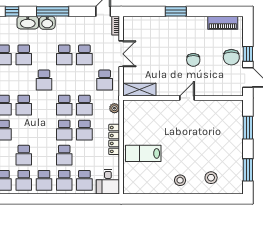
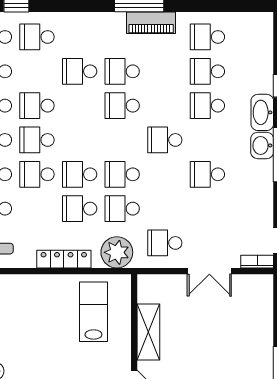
school desk: (84, 55) -> (37, 140), moved
shelving: (139, 90) -> (148, 332), moved
plant: (114, 108) -> (117, 252), width x1.88, depth x1.88
lab bench: (143, 153) -> (93, 312), moved

